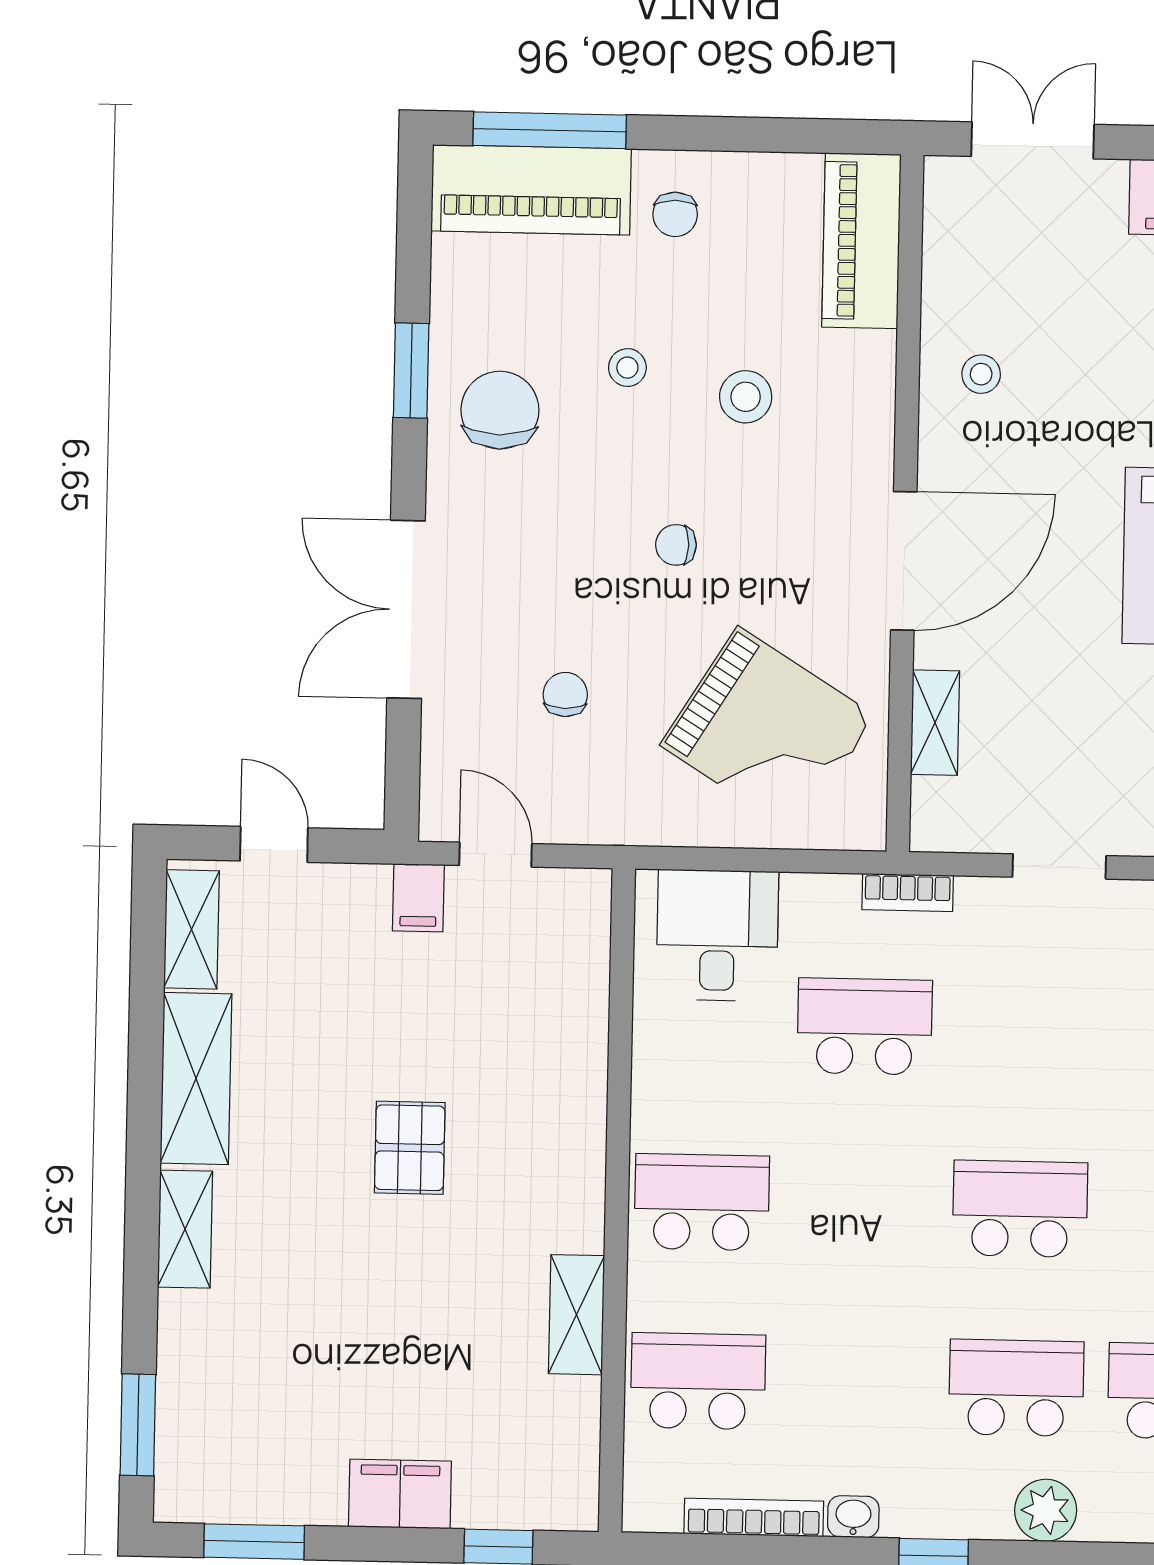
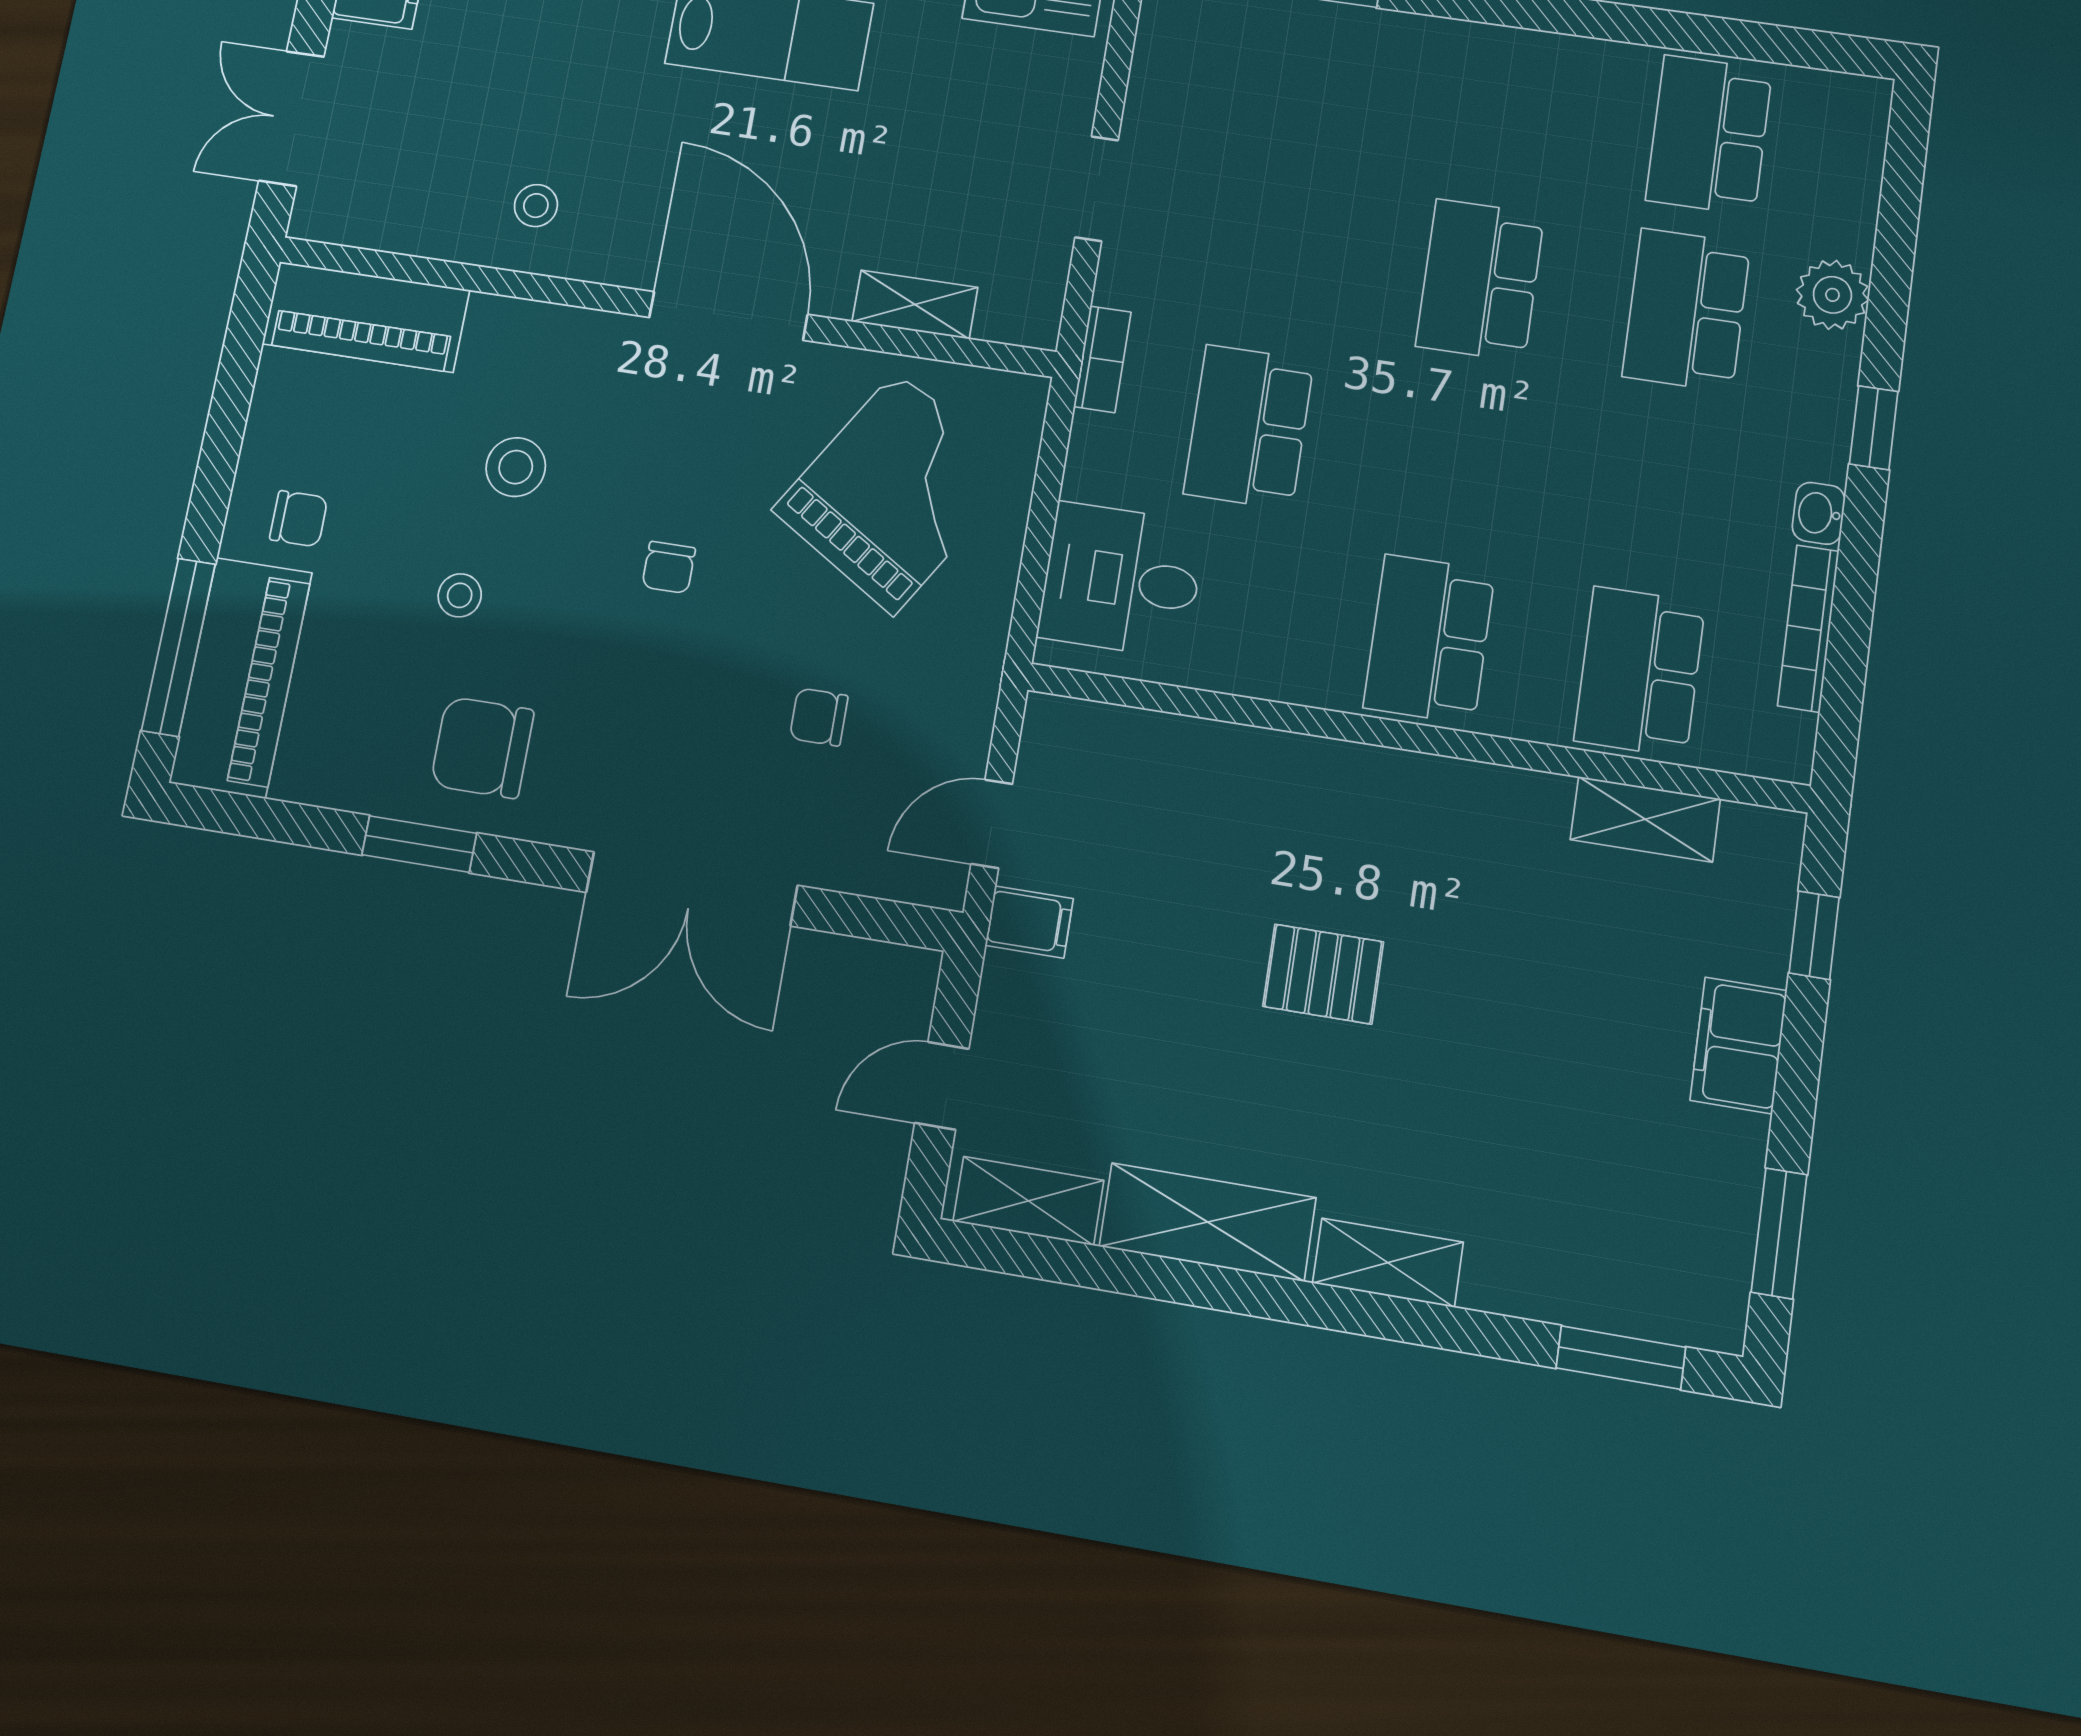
shelving: (577, 1315) -> (1645, 819), moved

